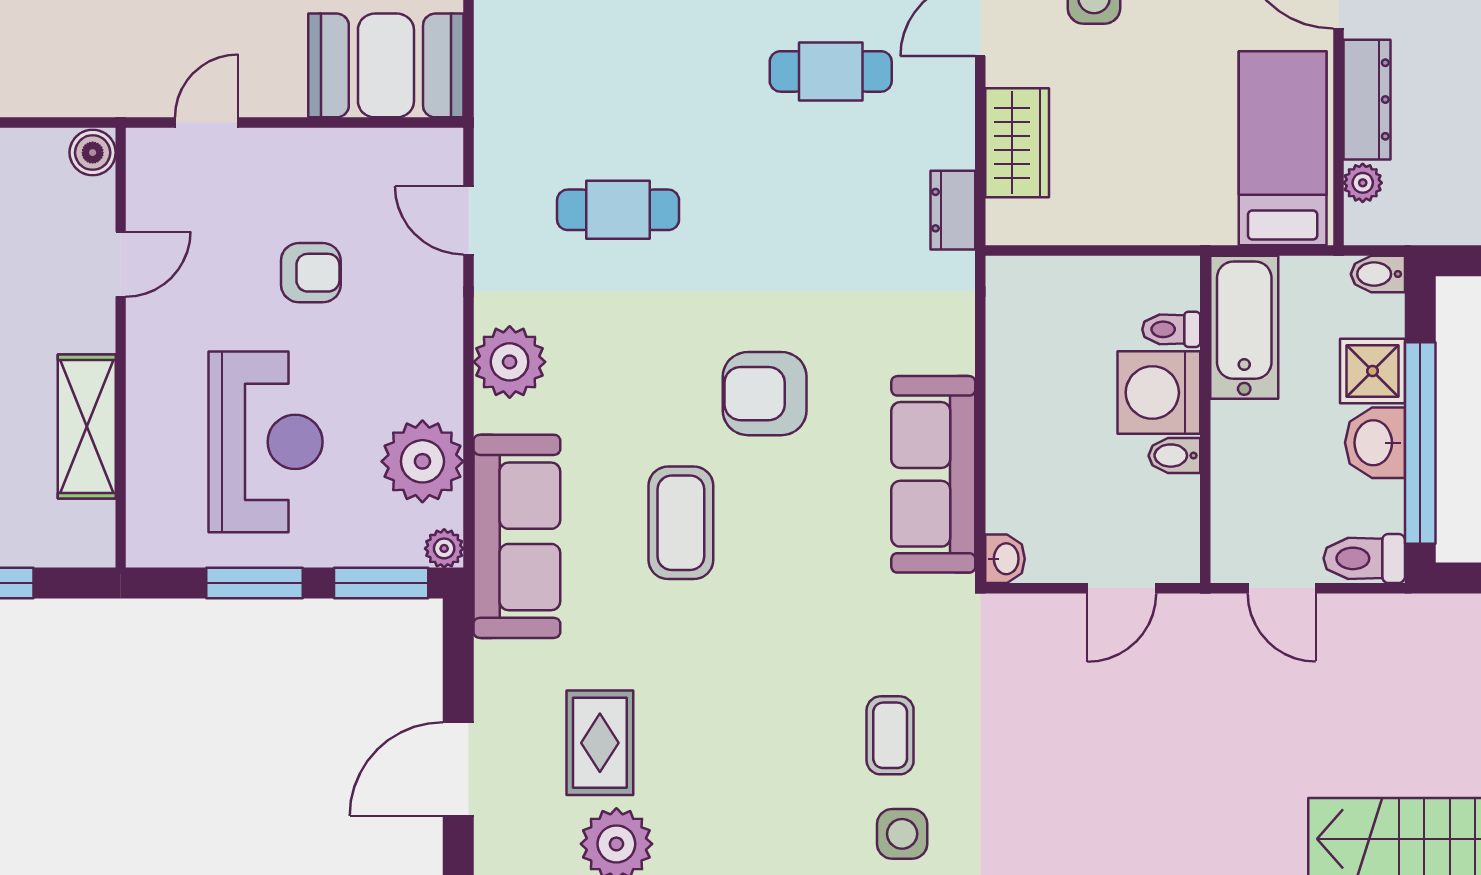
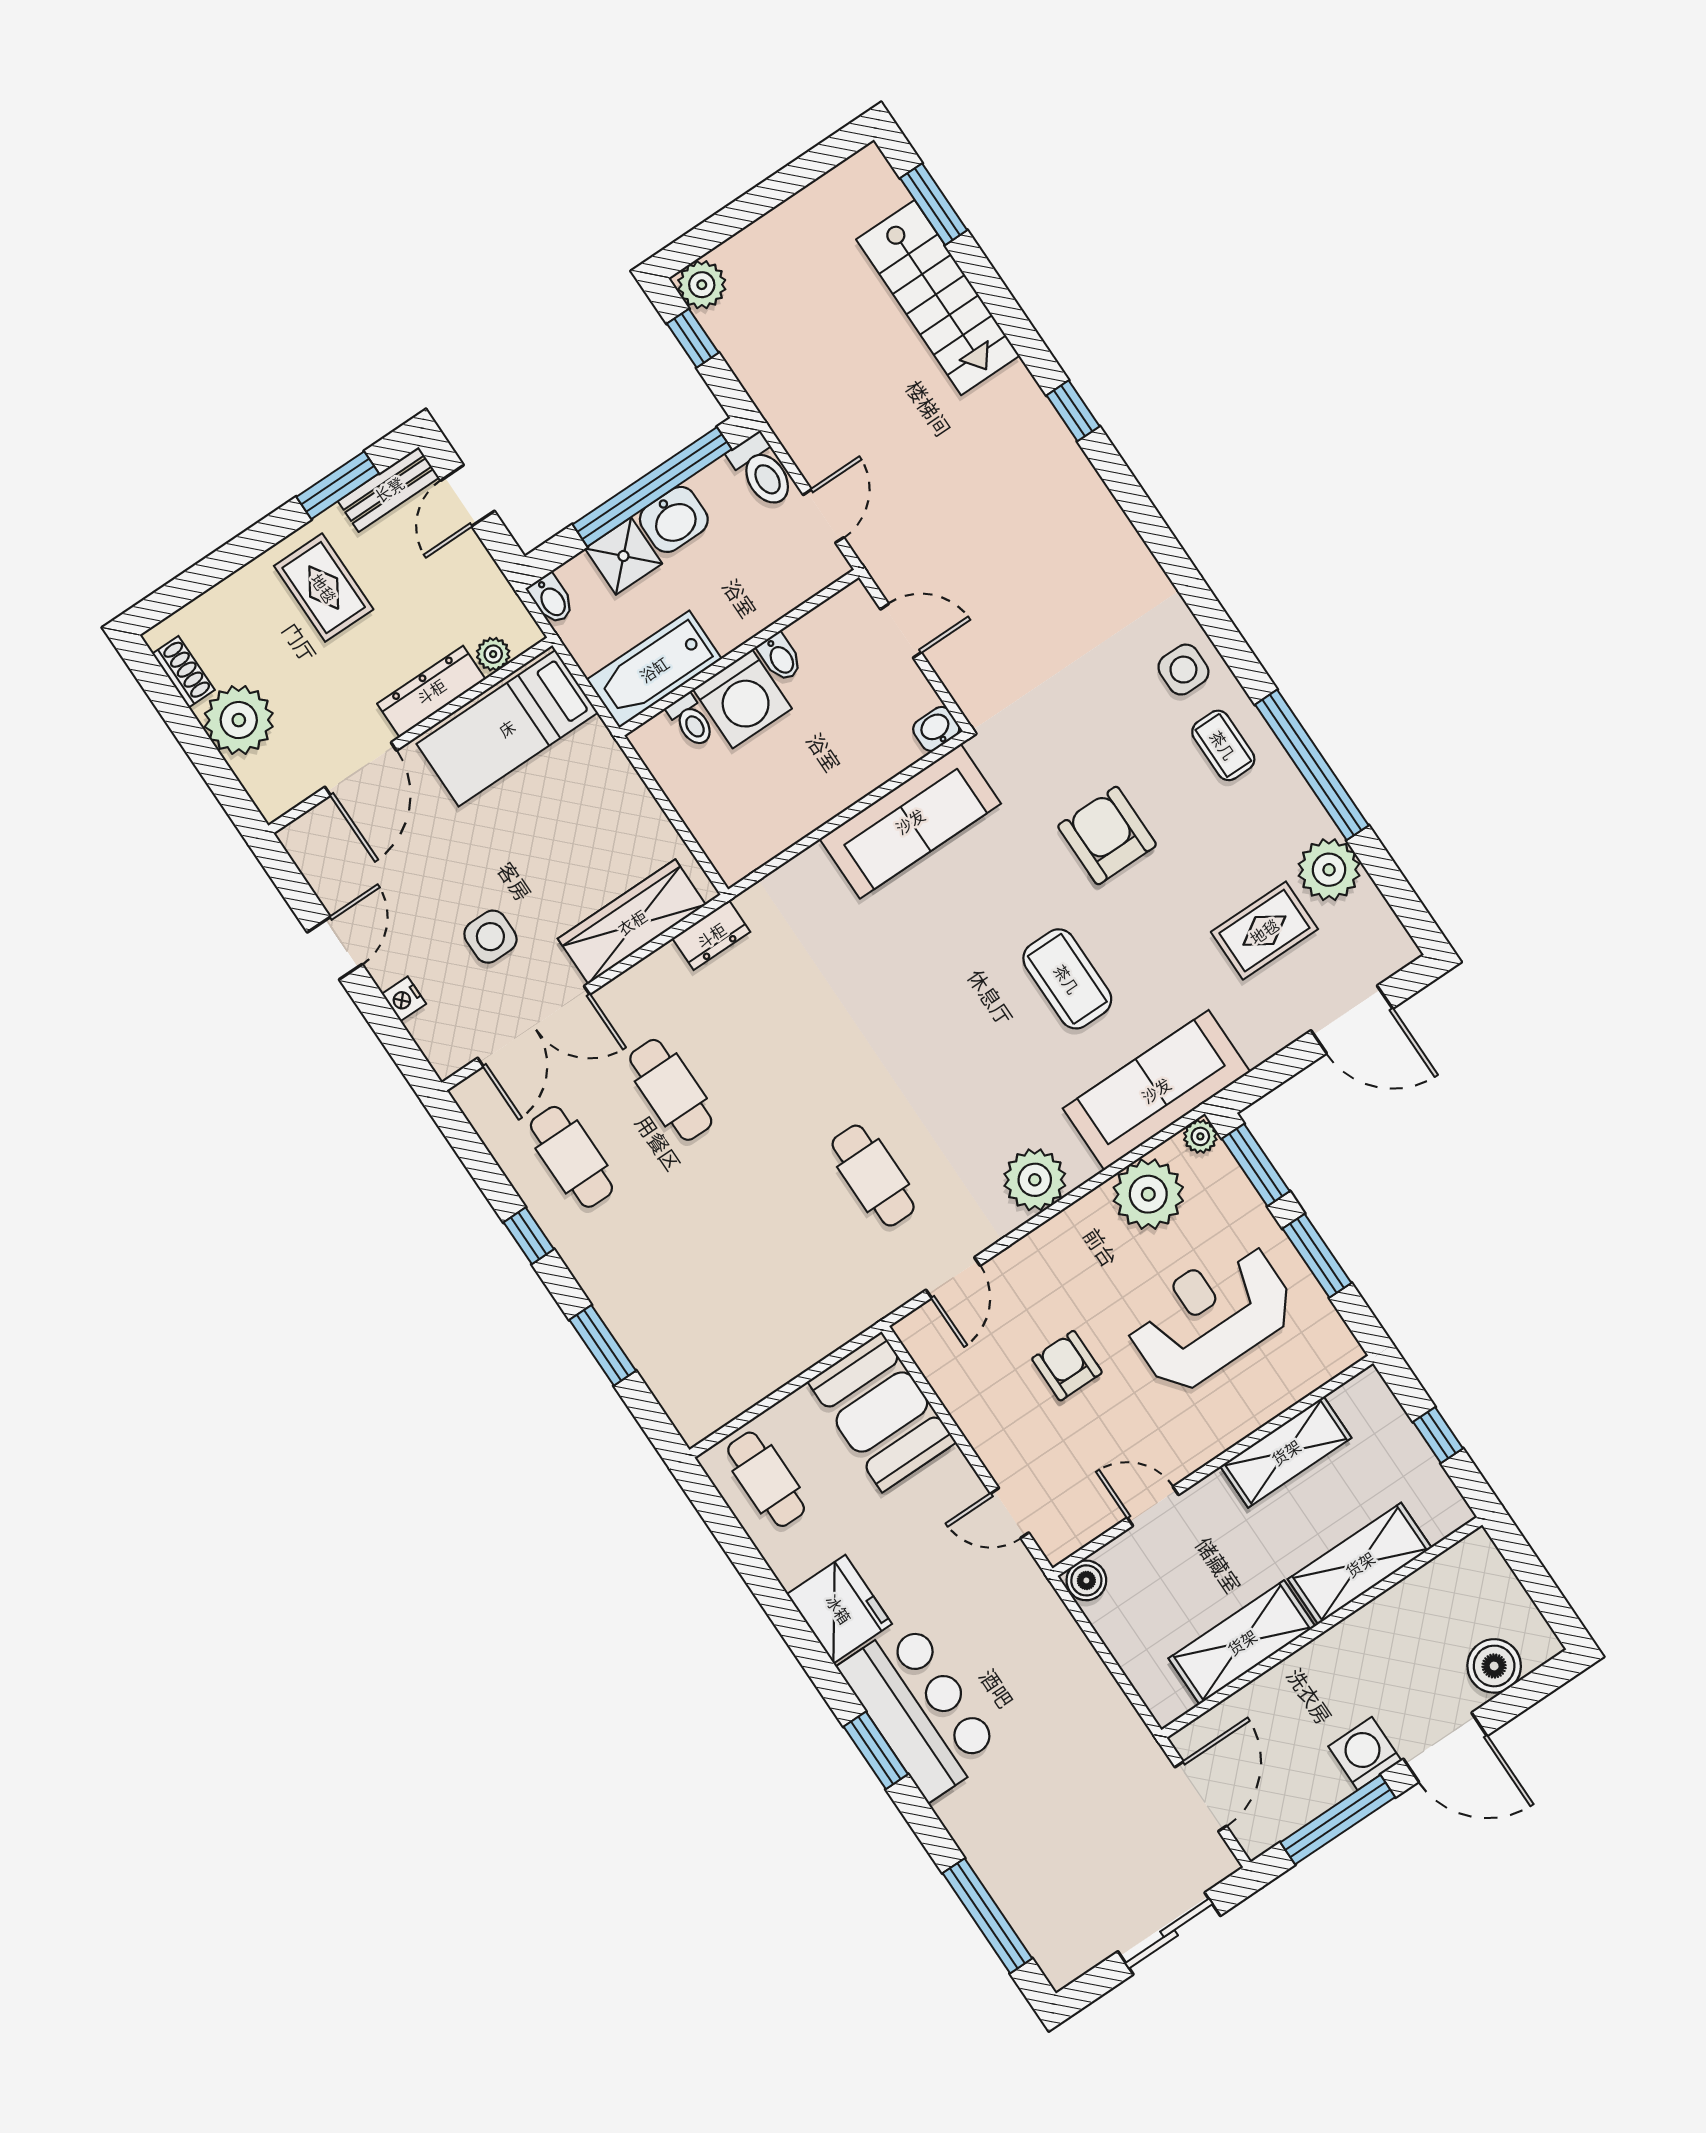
wardrobe: (1017, 143) -> (632, 922), width x1.50
armchair: (765, 394) -> (1107, 836), moved, turned 180
coffee table: (681, 523) -> (1067, 979), turned 90
coffee table: (890, 735) -> (1223, 745), moved, turned 90

